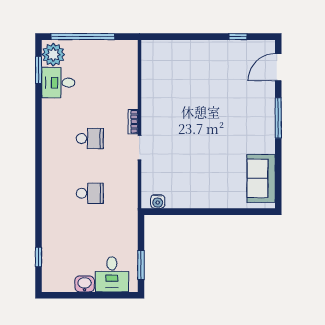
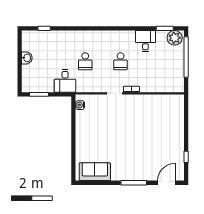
door: (278, 67) -> (166, 183), hinge flipped
desk: (58, 83) -> (145, 41), moved
desk: (112, 274) -> (65, 81), moved, turned -90

